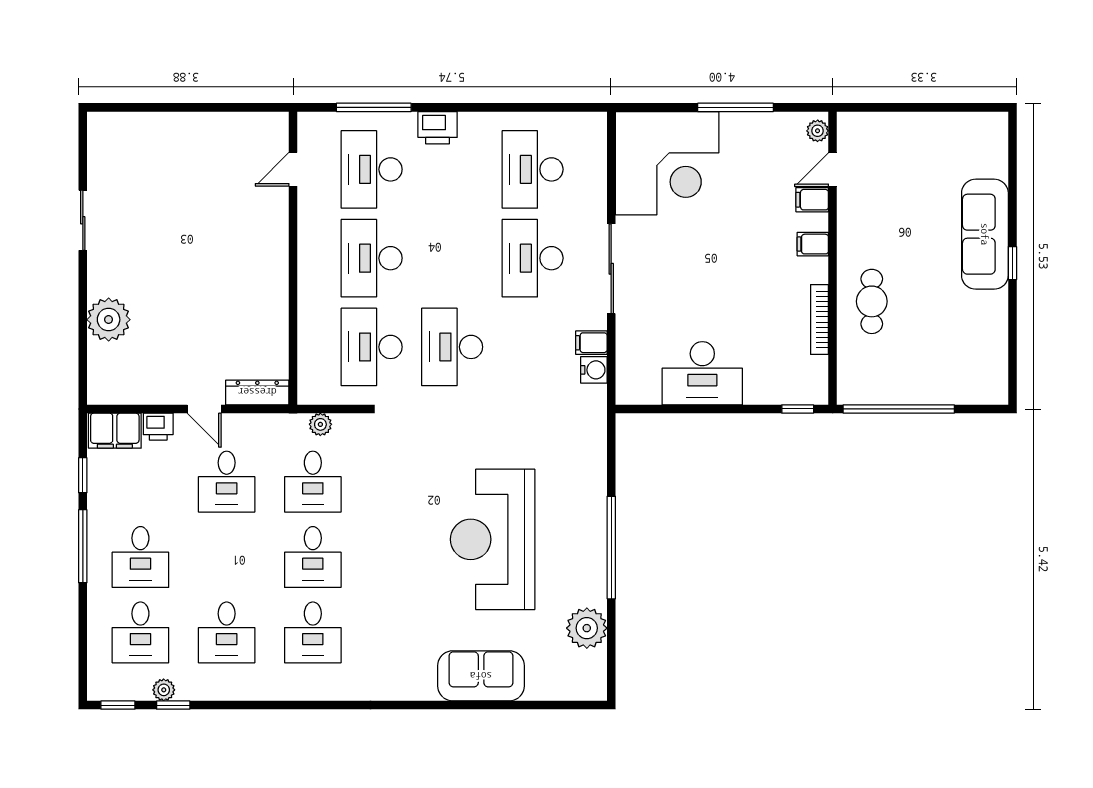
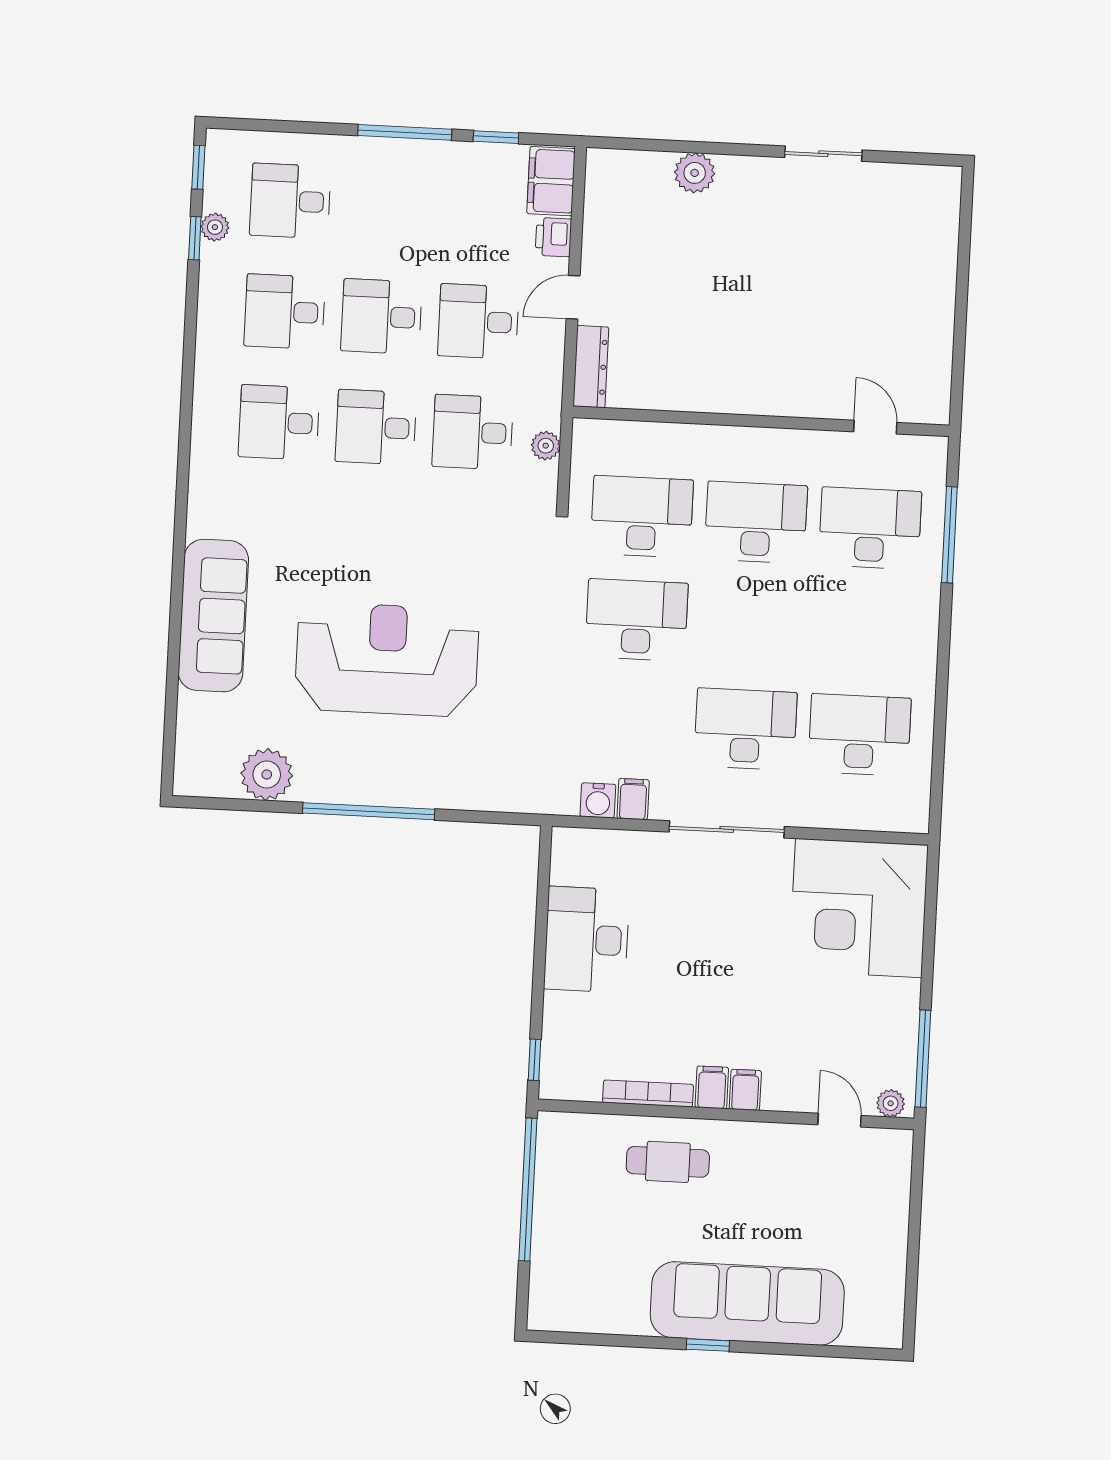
window: (736, 107) -> (923, 1059), moved
printer: (438, 128) -> (919, 615), removed
filing cabinet: (812, 200) -> (712, 1087), moved
sofa: (985, 234) -> (747, 1303), width x1.36, depth x1.27
plant: (109, 320) -> (695, 173), width x0.73, depth x0.73
desk: (140, 557) -> (382, 317), moved
sofa: (481, 676) -> (213, 616), width x1.36

